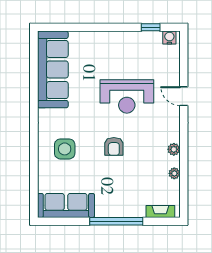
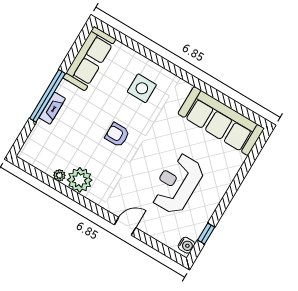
reception desk: (127, 96) -> (177, 184), moved
plant: (174, 149) -> (80, 180), width x1.88, depth x1.88
fireplace: (160, 211) -> (52, 108), moved

